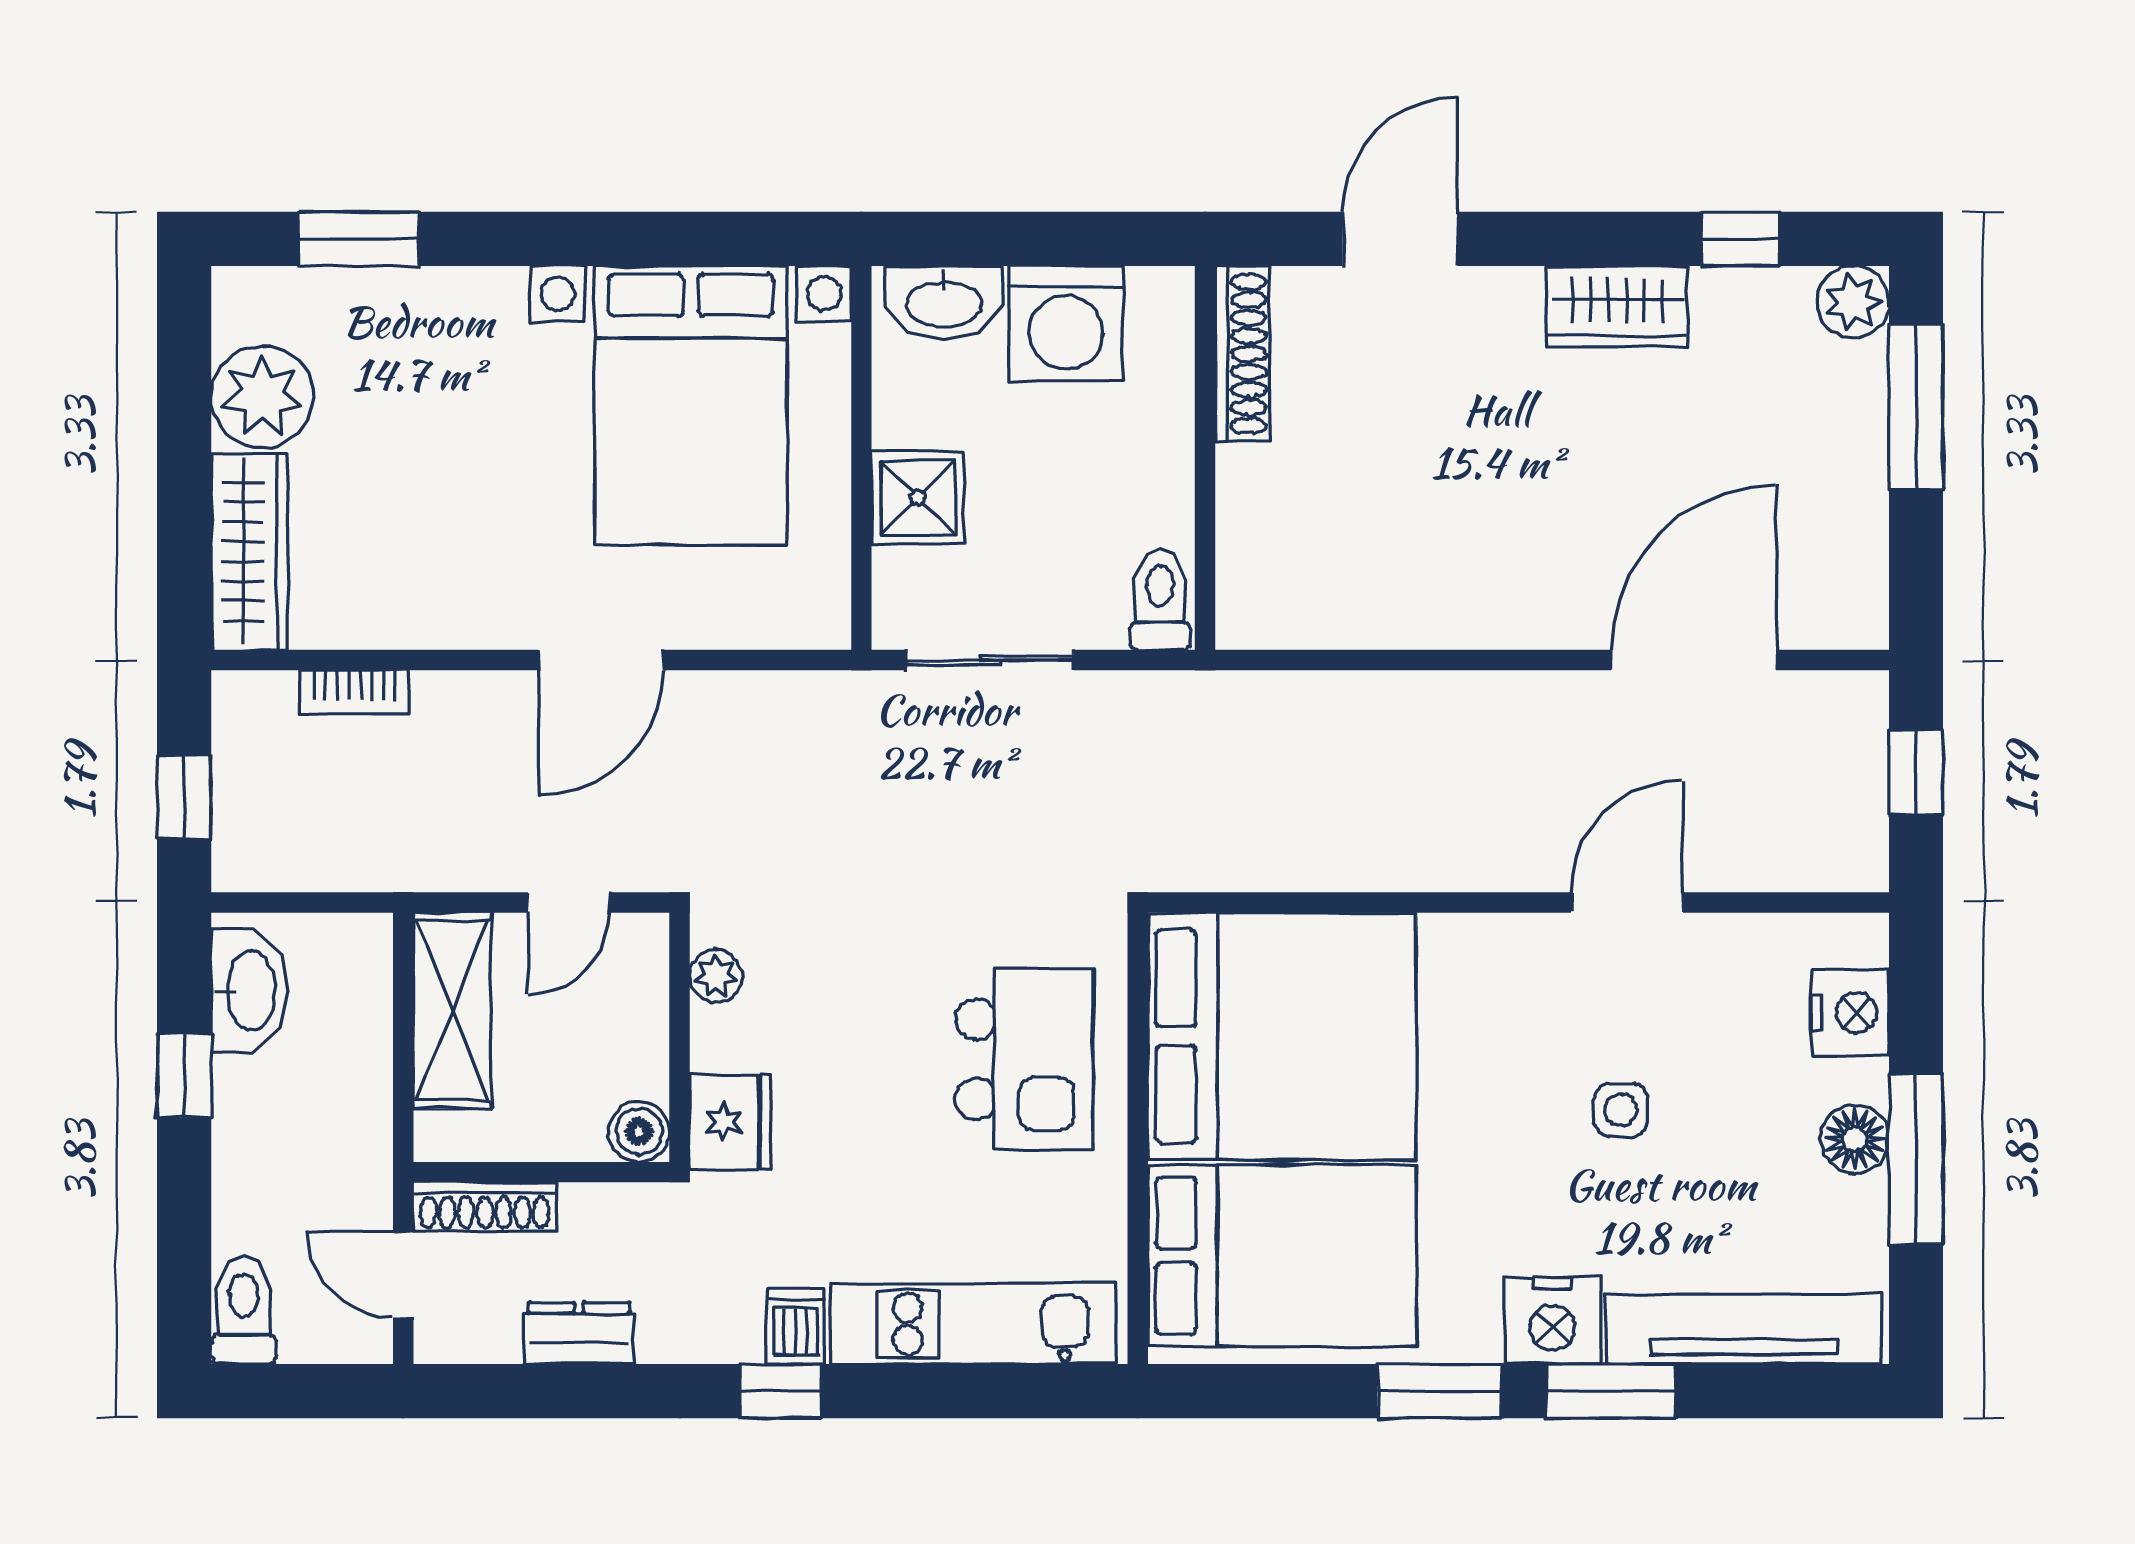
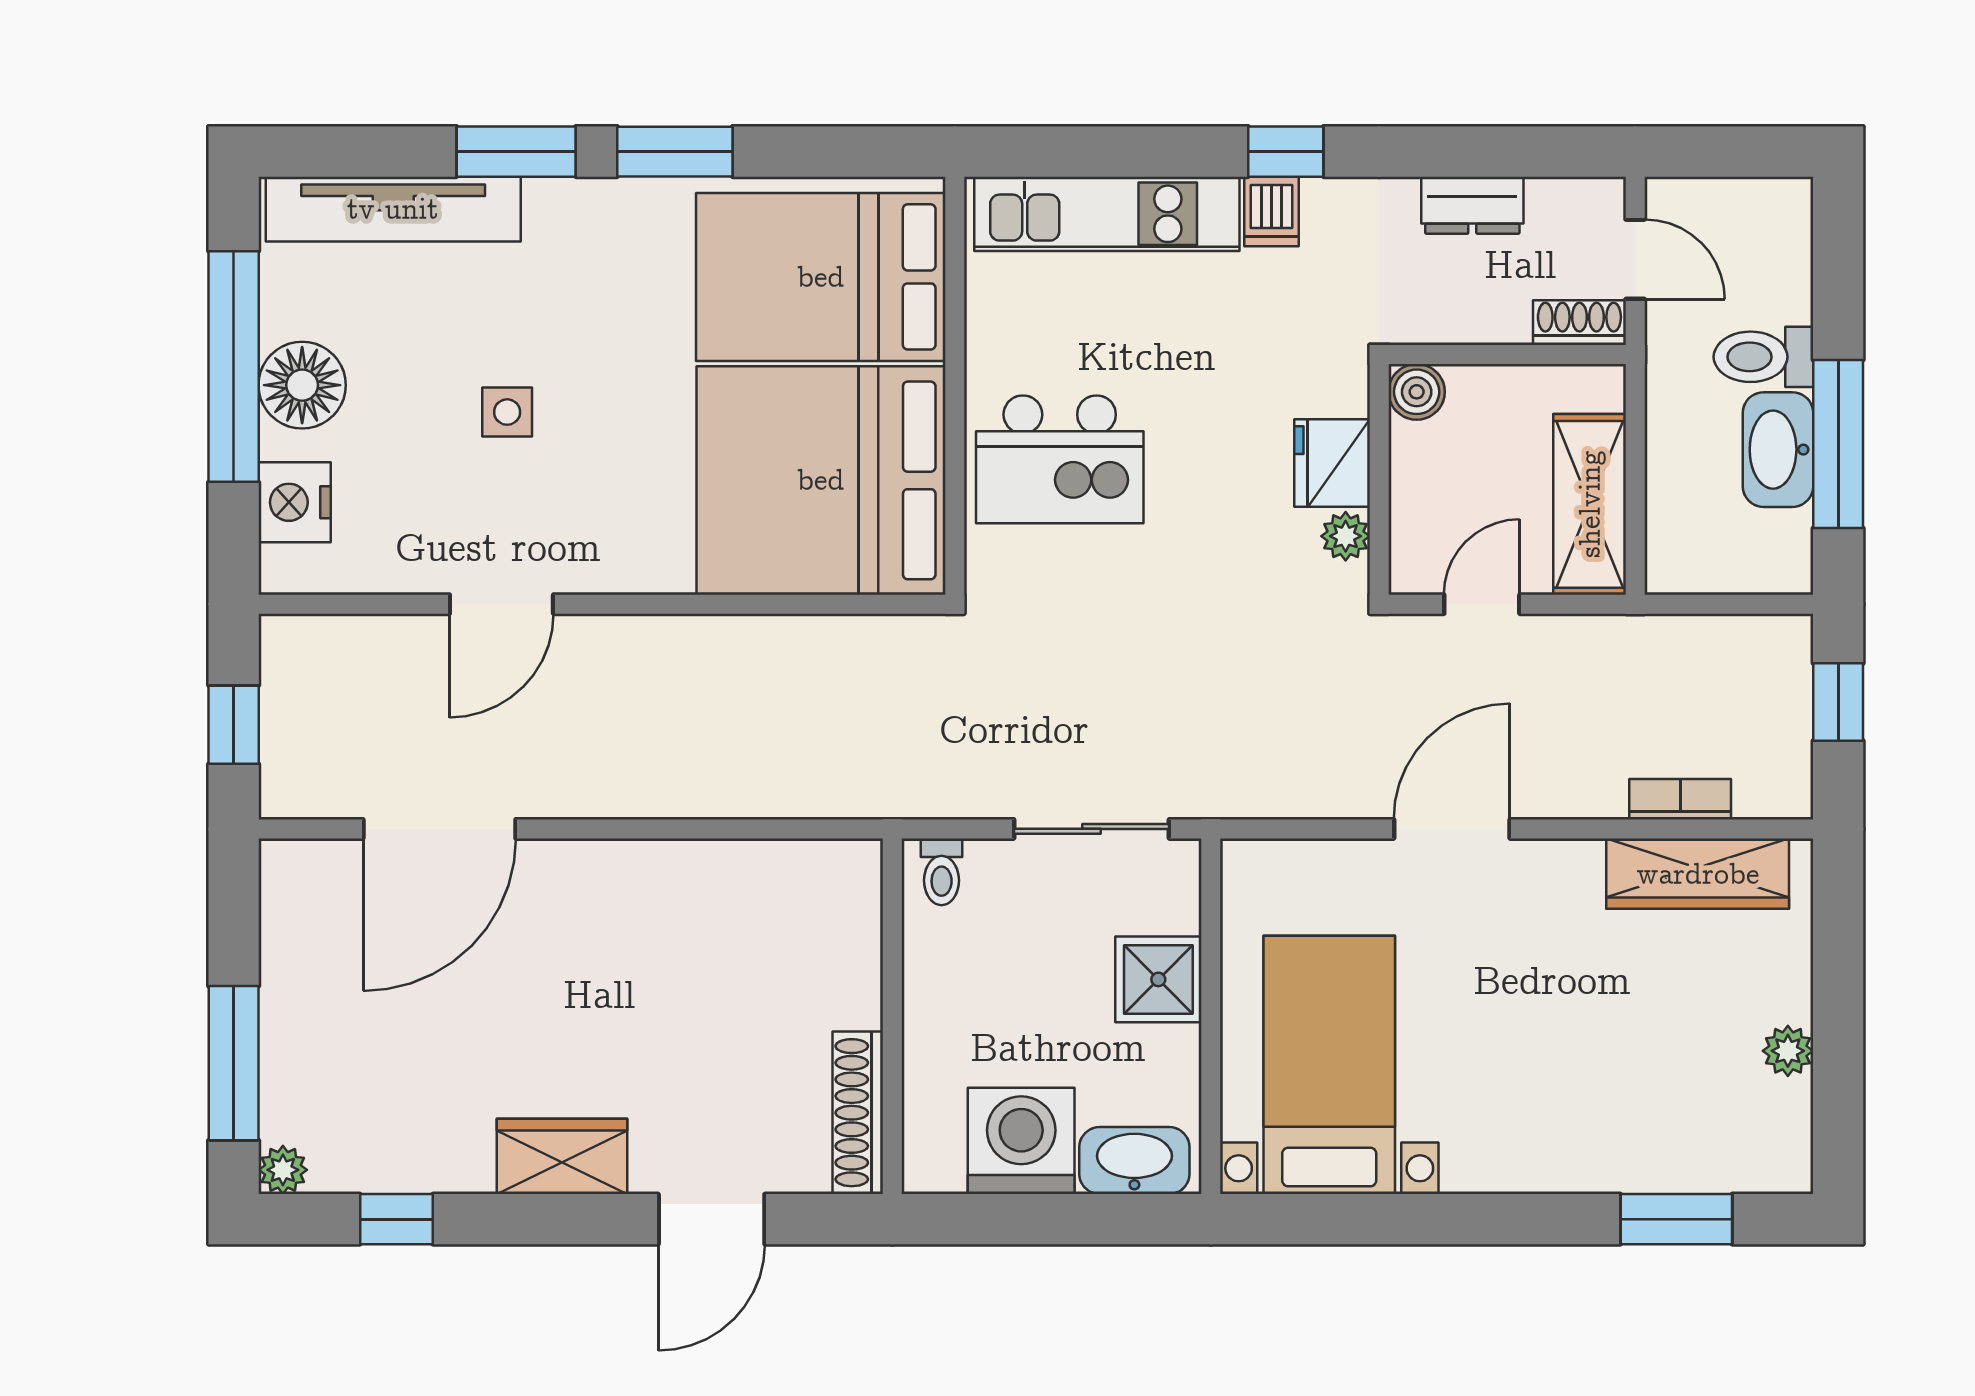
plant: (1853, 302) -> (283, 1170), width x0.73, depth x0.73
wardrobe: (1617, 307) -> (562, 1156), moved
plant: (262, 397) -> (1788, 1051), width x0.53, depth x0.53
bed with nightstands: (691, 405) -> (1329, 1065), width x0.73
wardrobe: (249, 552) -> (1698, 874), moved, turned -90
toilet: (1160, 600) -> (942, 872), width x0.73, depth x0.72
washbasin: (249, 991) -> (1778, 450), moved
kitchen island: (1024, 1059) -> (1060, 459), turned -90
window: (184, 1075) -> (1838, 444), width x2.17
fridge: (730, 1122) -> (1332, 463), moved
floor lamp: (1855, 1139) -> (302, 385), width x1.38, depth x1.38
window: (1916, 1159) -> (234, 367), width x1.46
shoe rack: (485, 1207) -> (1579, 323), width x0.70
toilet: (244, 1311) -> (1763, 357), moved, turned 90
nightstand: (1552, 1321) -> (571, 217), removed

